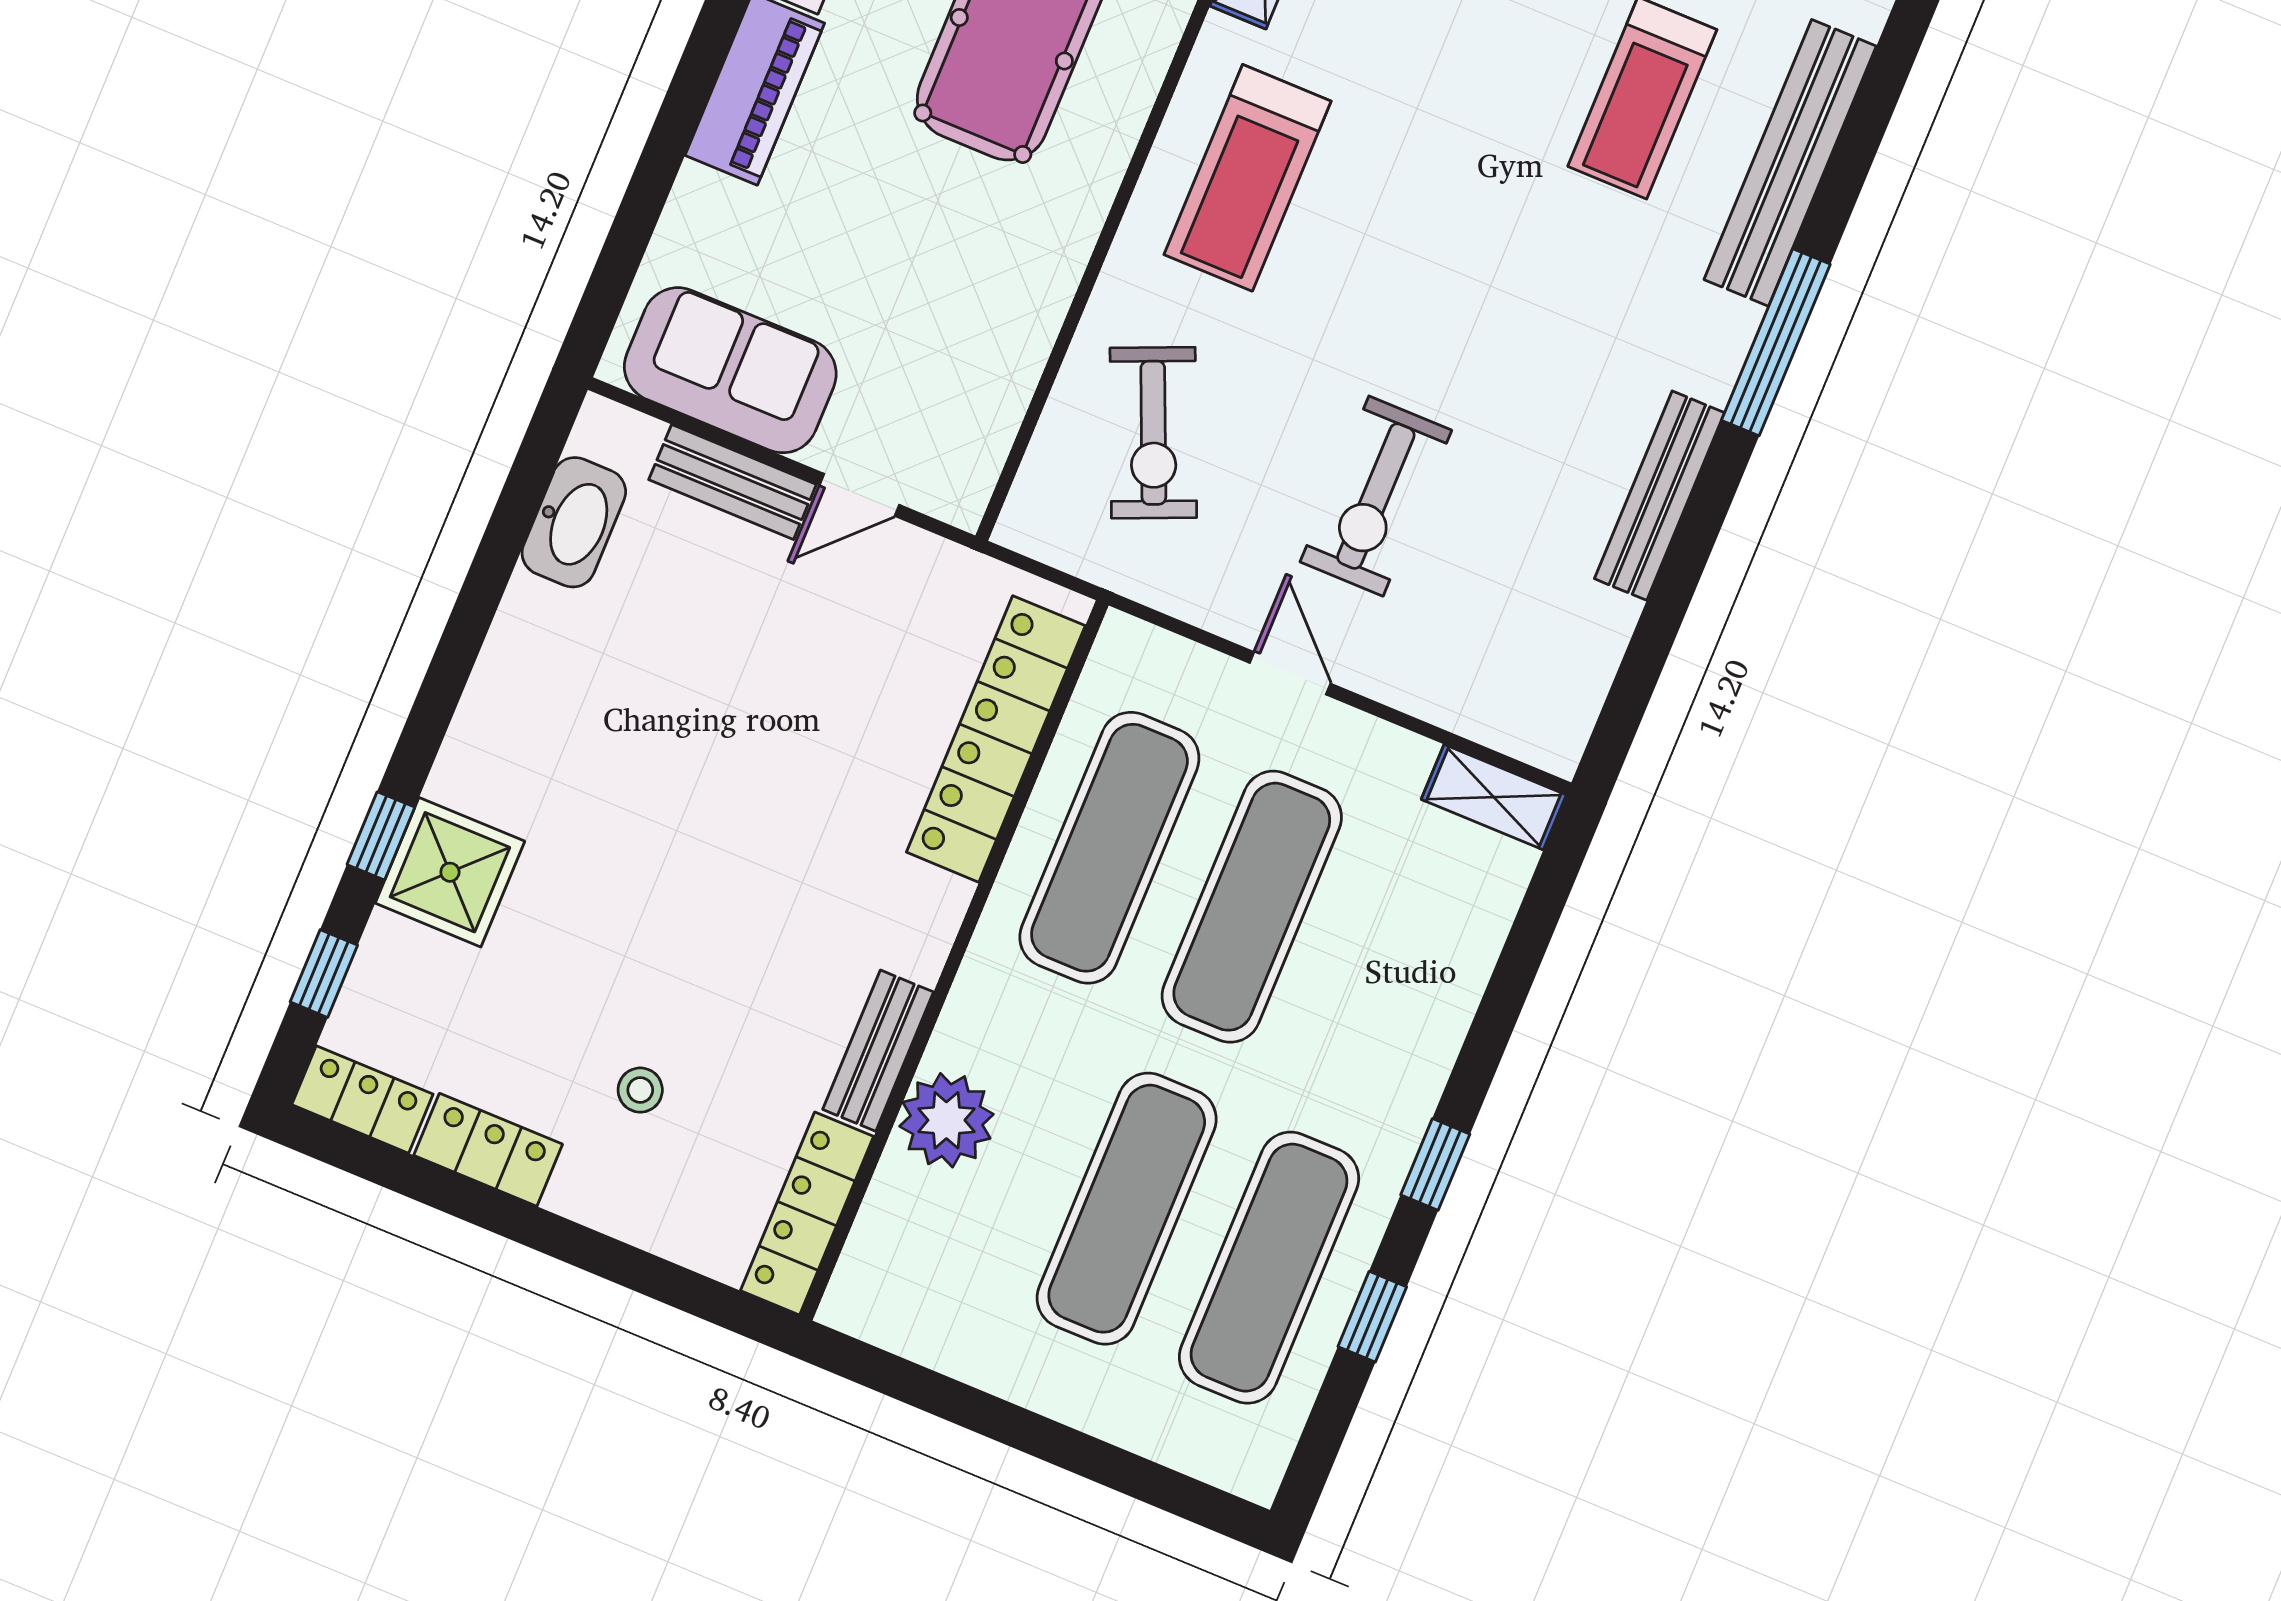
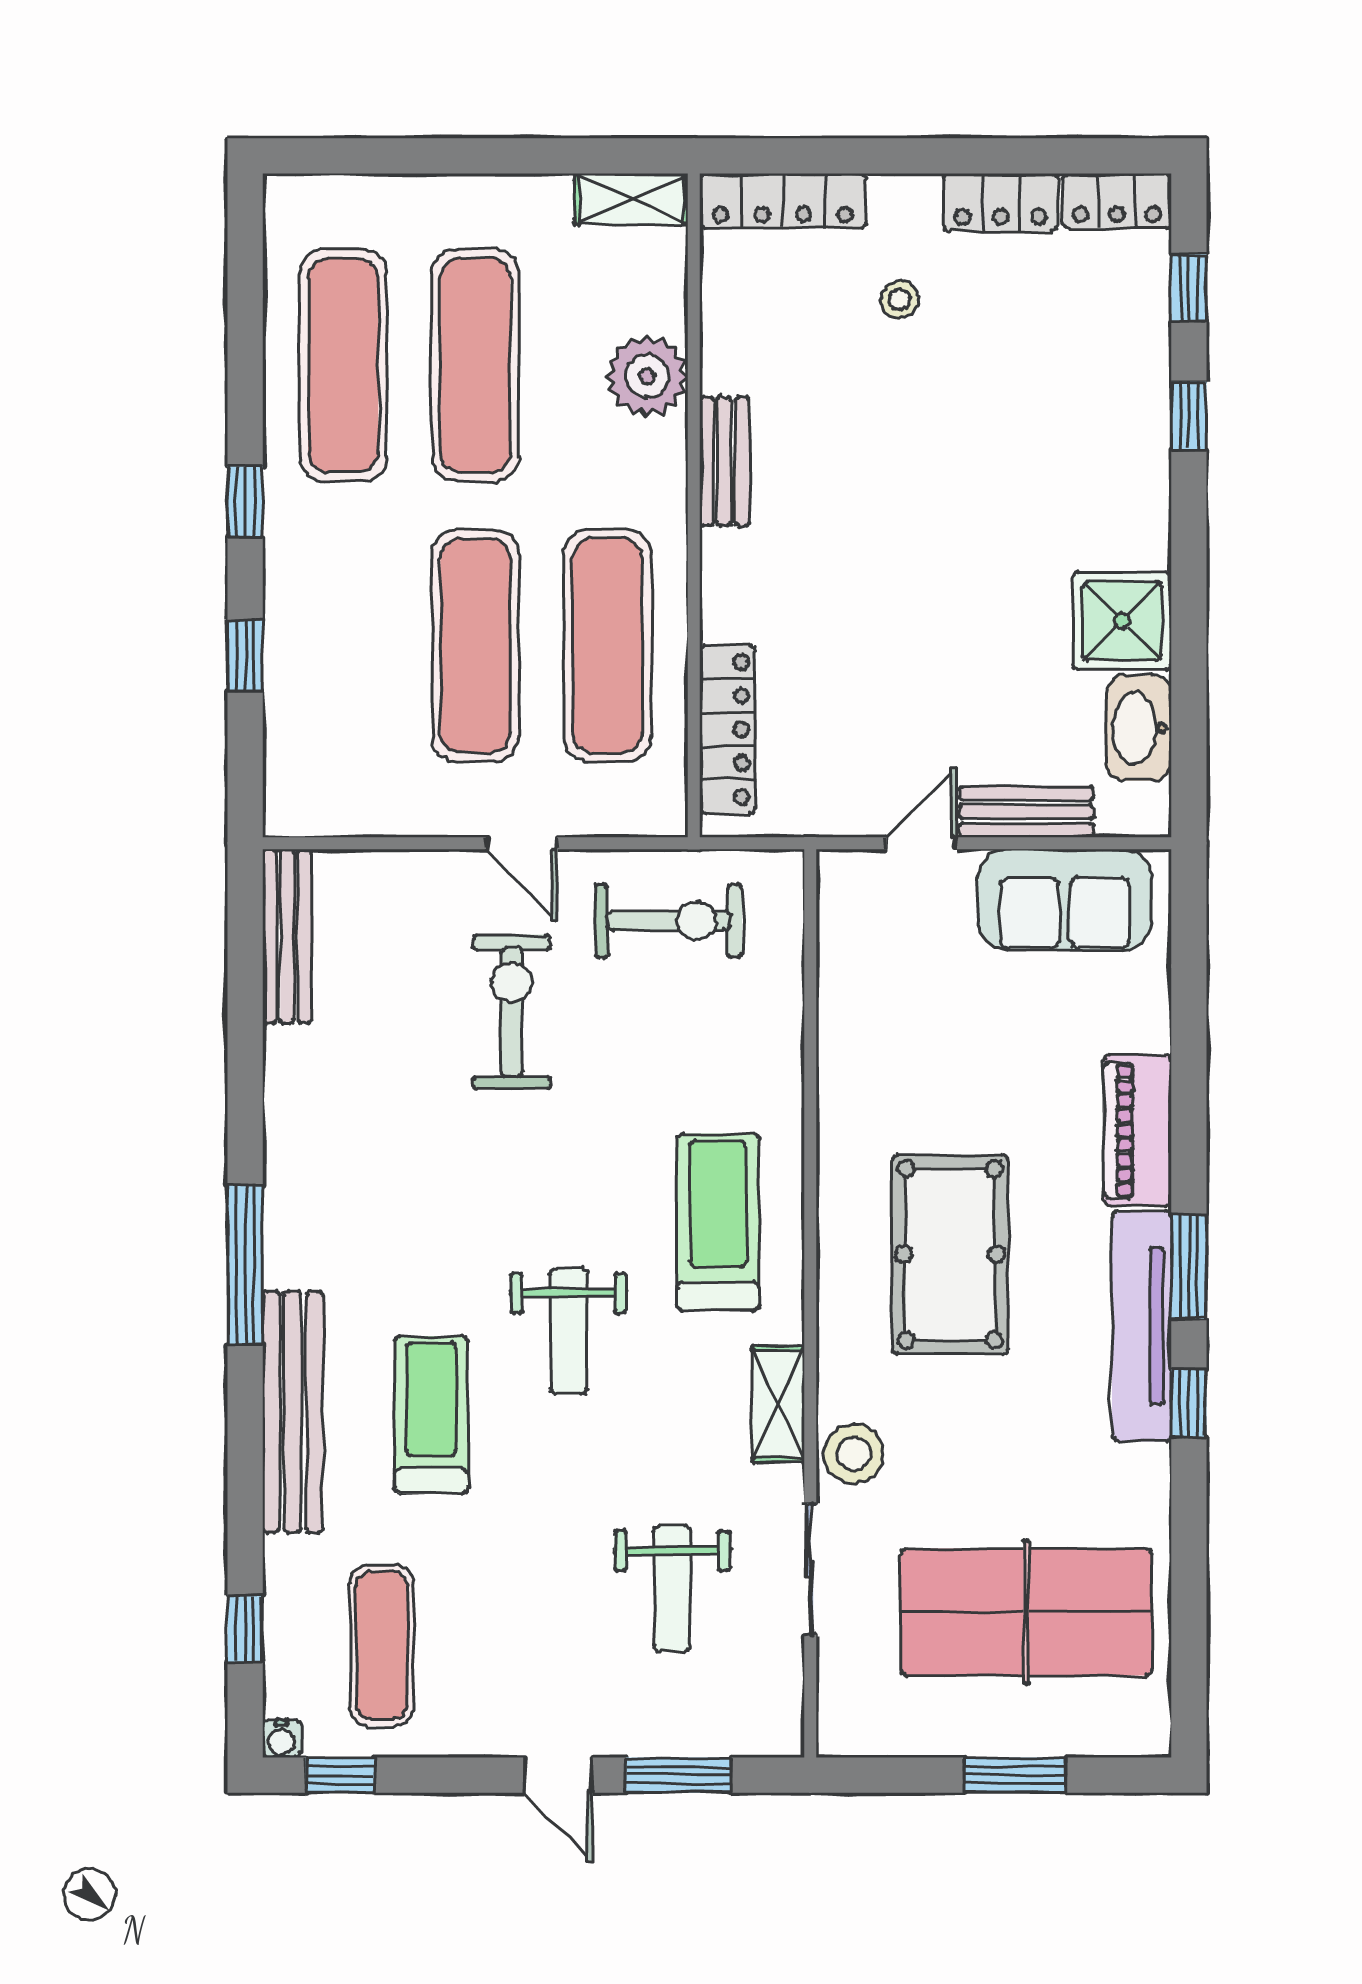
weight bench: (1457, 127) -> (569, 1331), added
exercise bike: (1153, 433) -> (669, 921), moved, turned 113
bench: (1659, 496) -> (287, 936), moved
locker: (996, 739) -> (727, 729), width x0.71, depth x0.83
shelving: (1494, 797) -> (631, 199), moved
shower: (450, 872) -> (1122, 621), moved
bench: (878, 1051) -> (724, 461), moved
locker: (807, 1214) -> (783, 201), moved, turned 90
window: (1372, 1317) -> (245, 656), moved

